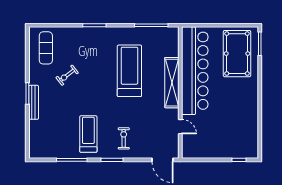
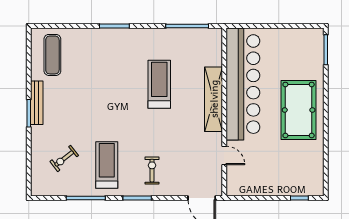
pool table: (237, 54) -> (299, 110), moved
treadmill: (129, 71) -> (159, 84), width x0.73, depth x0.73
exercise bike: (67, 75) -> (64, 159), moved
bench: (34, 102) -> (37, 103), moved

